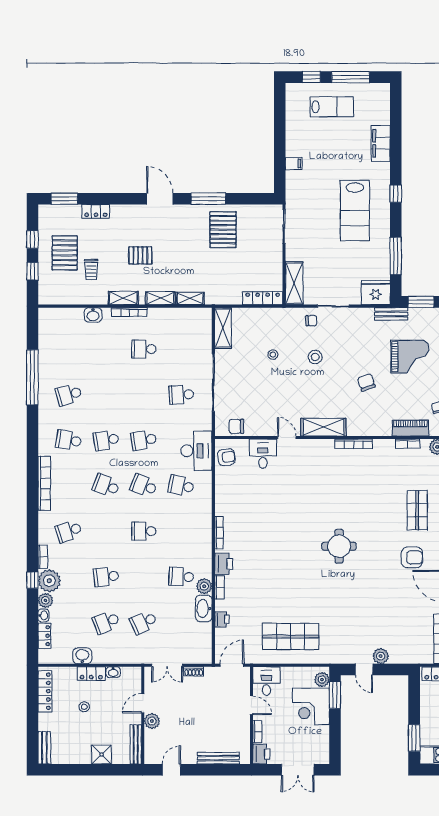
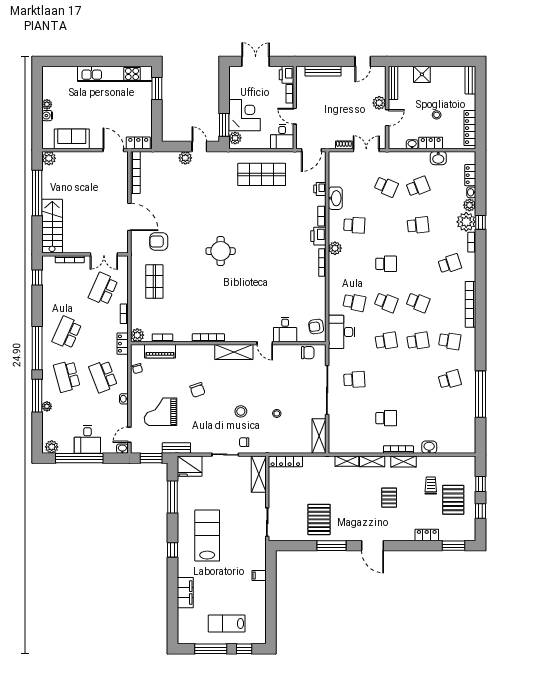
pallet: (140, 255) -> (389, 498), turned 90
plant: (204, 586) -> (335, 248), moved
school desk: (144, 622) -> (386, 187), turned 48

